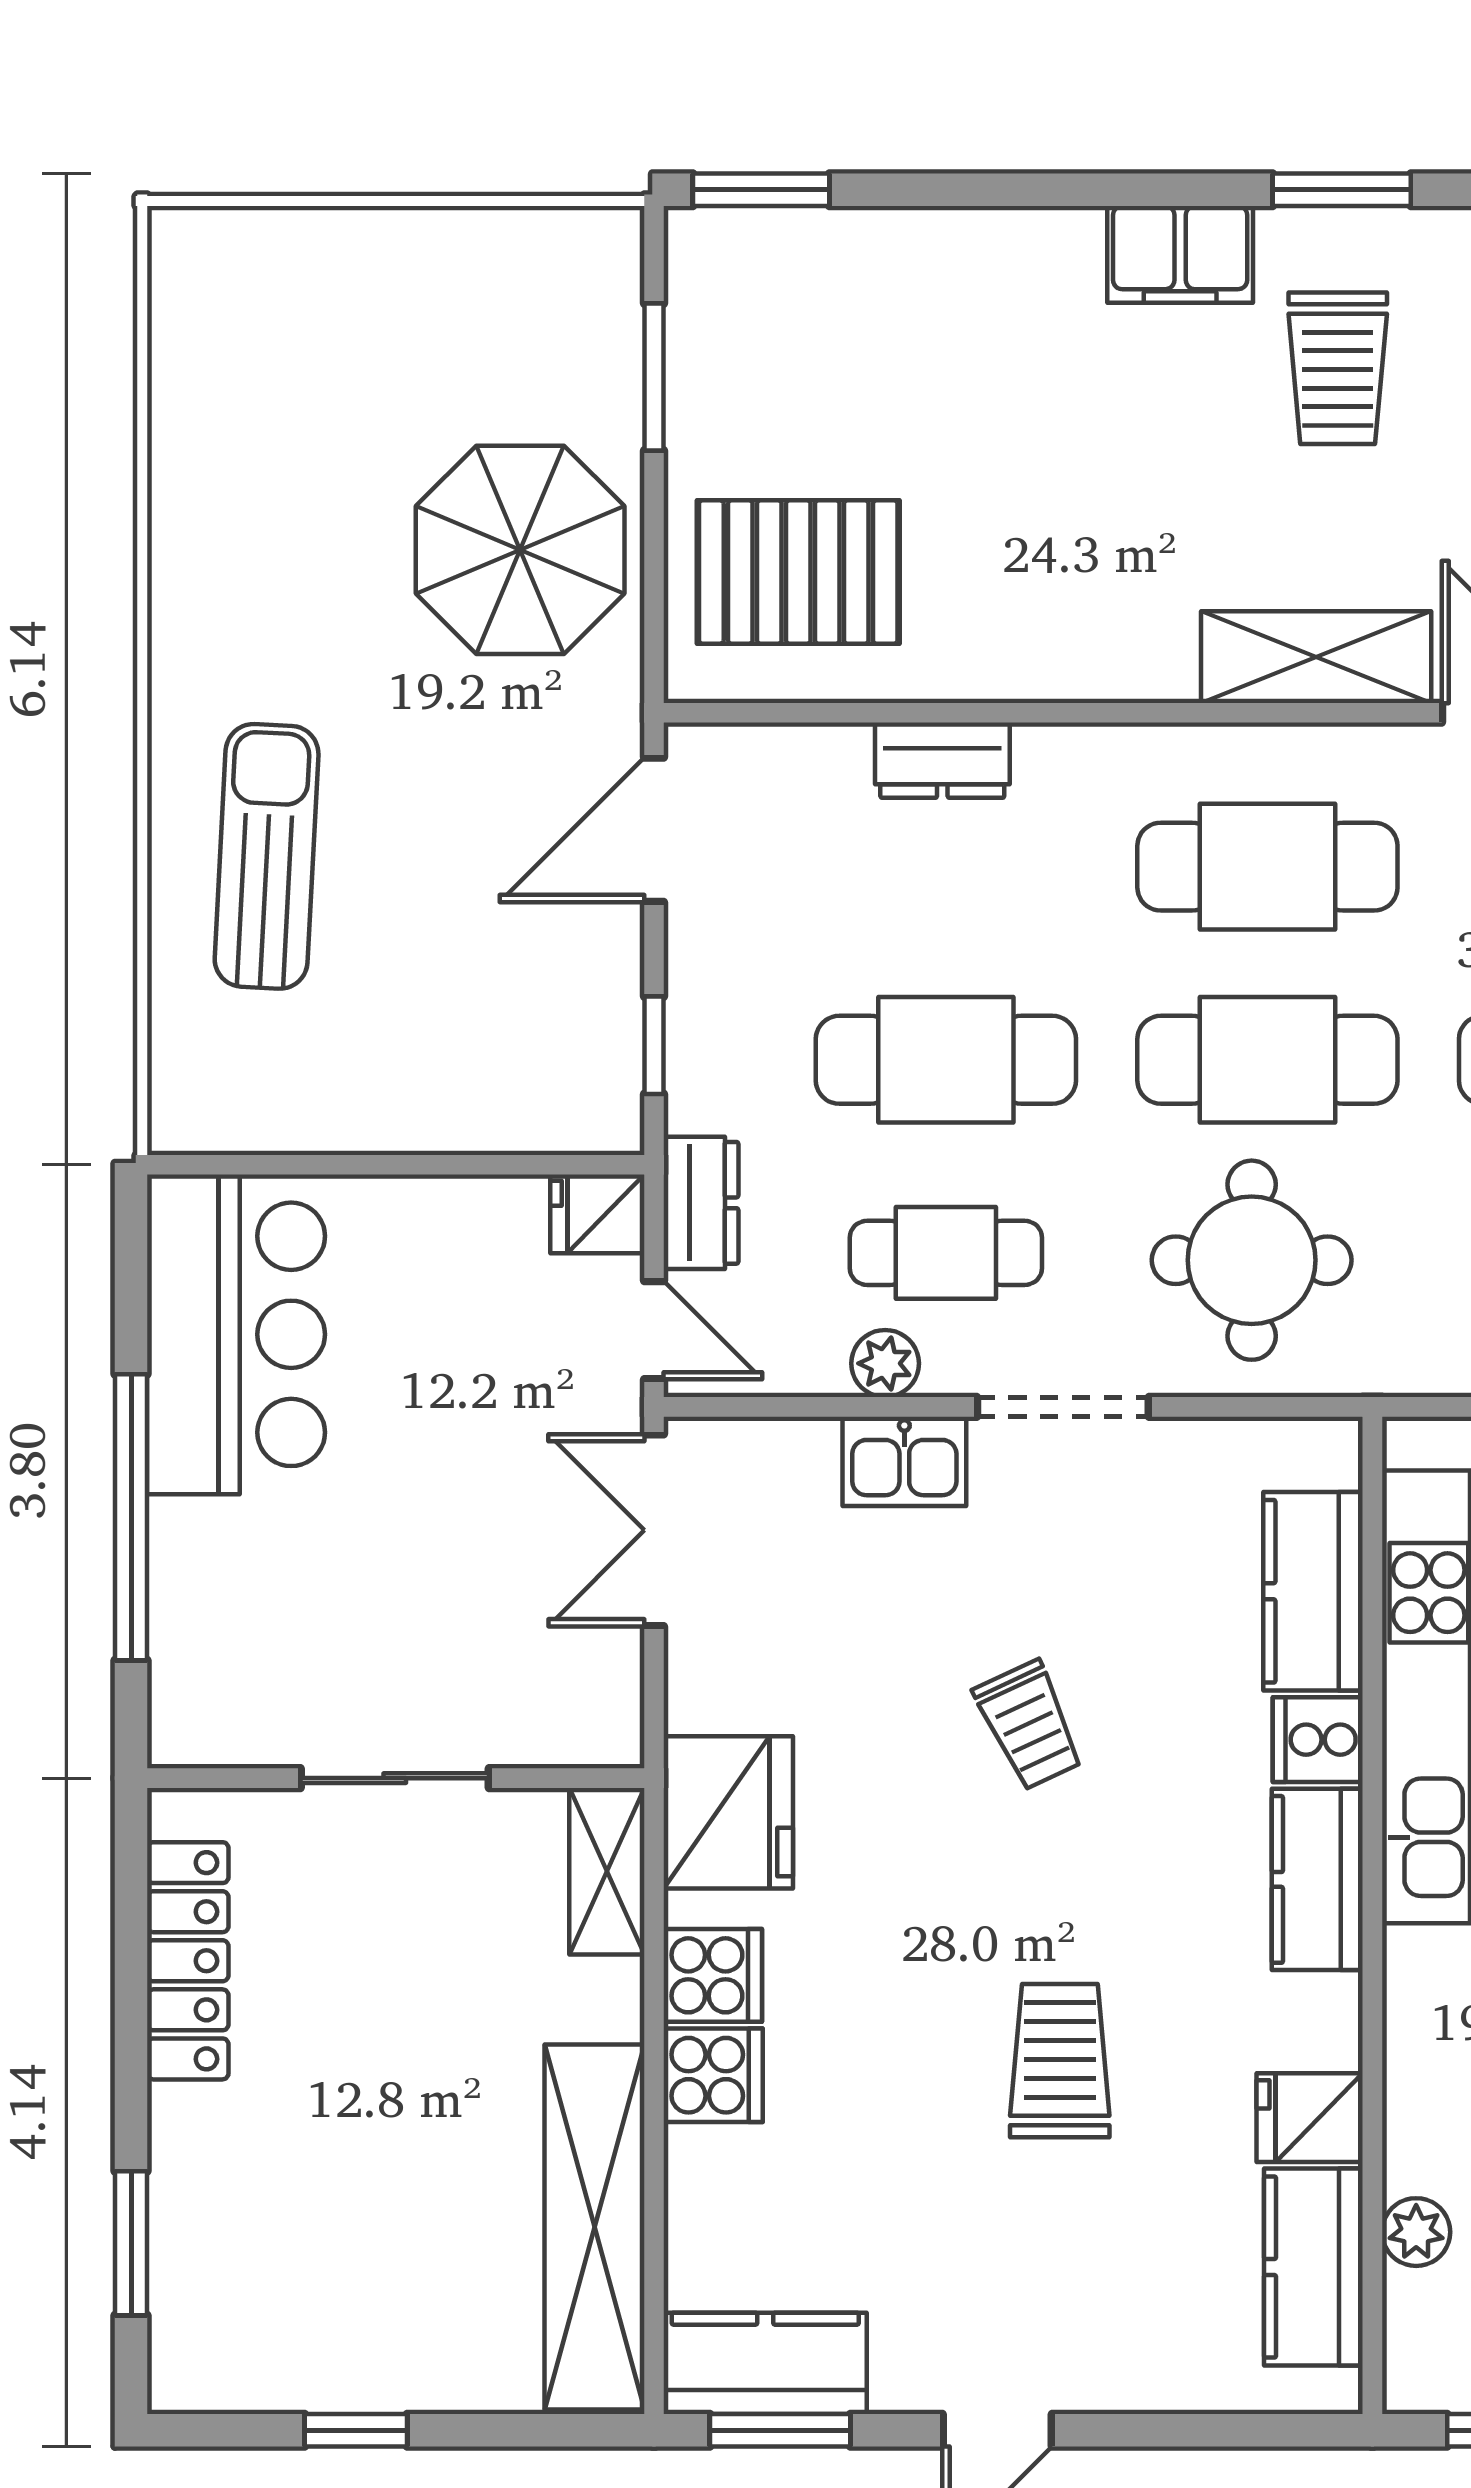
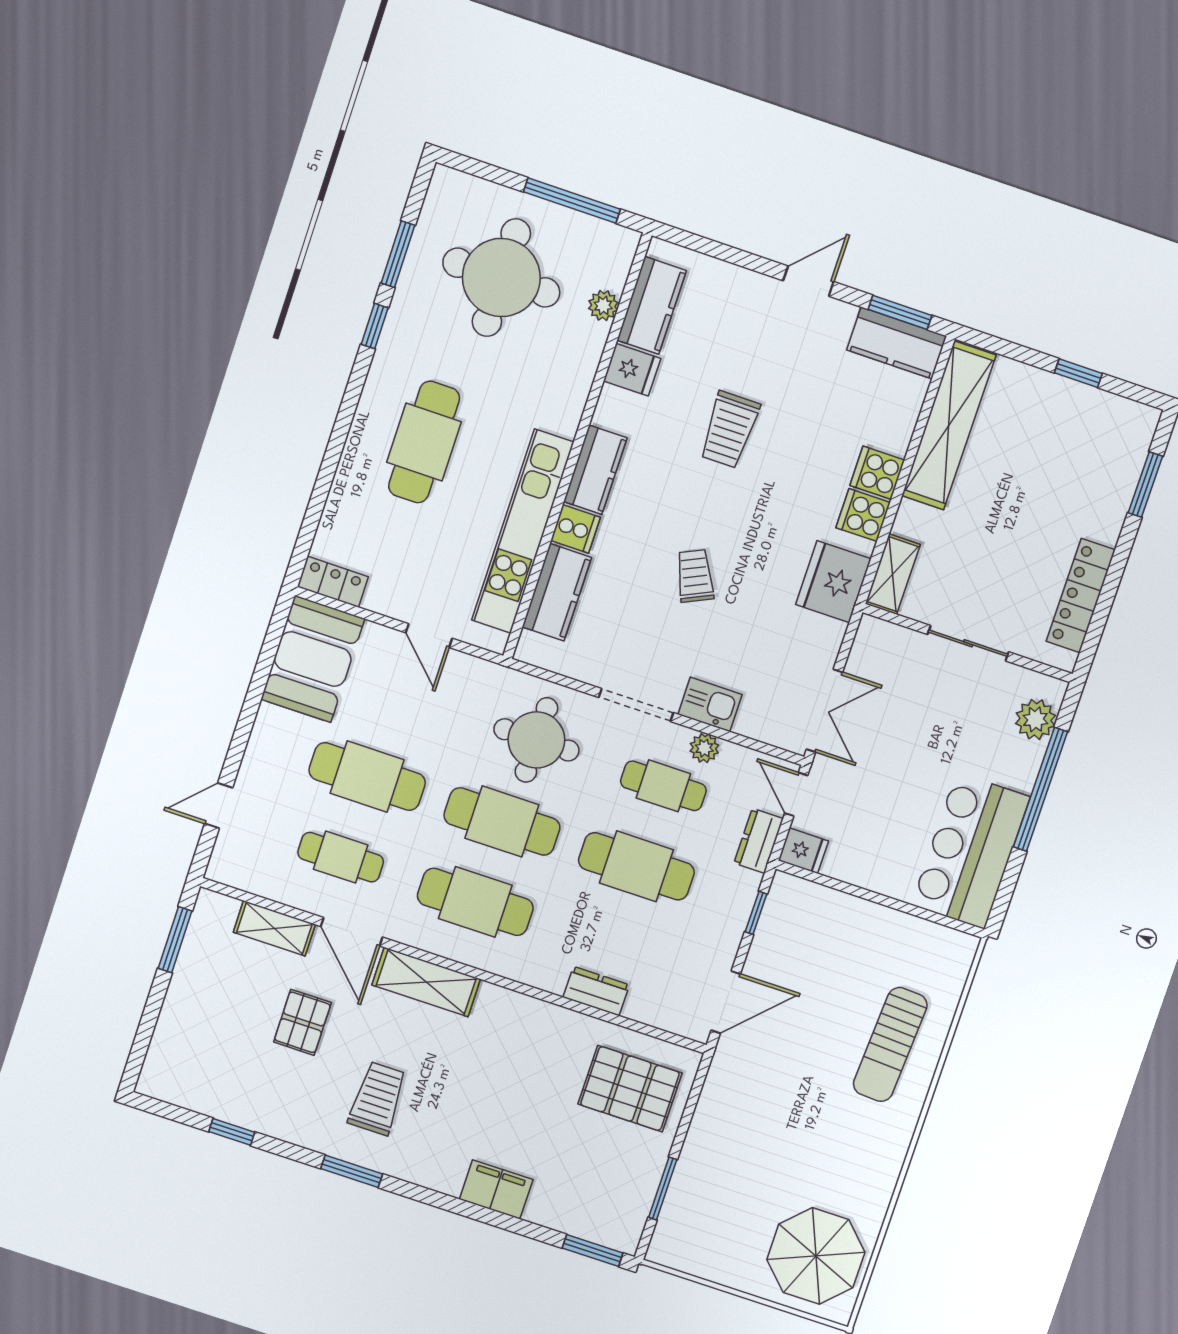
filing cabinet: (1180, 254) -> (496, 1189), moved
parasol: (520, 550) -> (816, 1256), moved
plant: (194, 1664) -> (1035, 719), added

